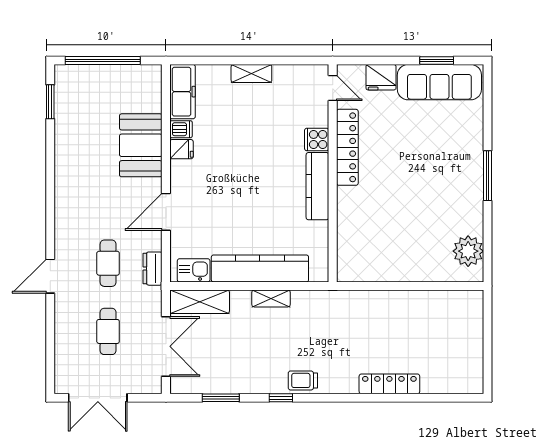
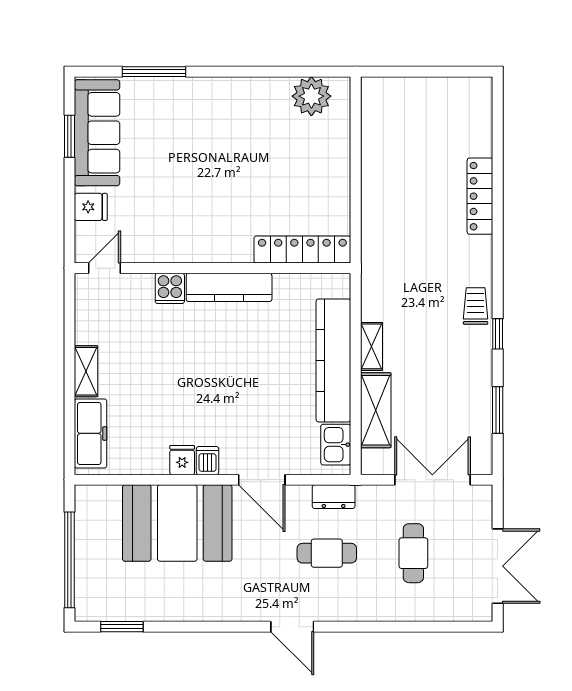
fridge: (381, 77) -> (91, 207), width x0.72
freezer: (183, 92) -> (91, 433), moved, turned 90
dishwasher: (181, 129) -> (208, 461), moved
booth: (141, 145) -> (177, 523), width x1.36, depth x1.42
locker: (347, 147) -> (302, 250), moved
window: (488, 176) -> (154, 72), moved
door: (50, 276) -> (292, 627), moved
shelving: (200, 302) -> (376, 410), moved
cafe table: (108, 331) -> (413, 553), turned 90
trolley: (303, 380) -> (476, 306), turned 180

